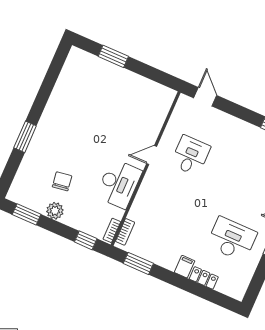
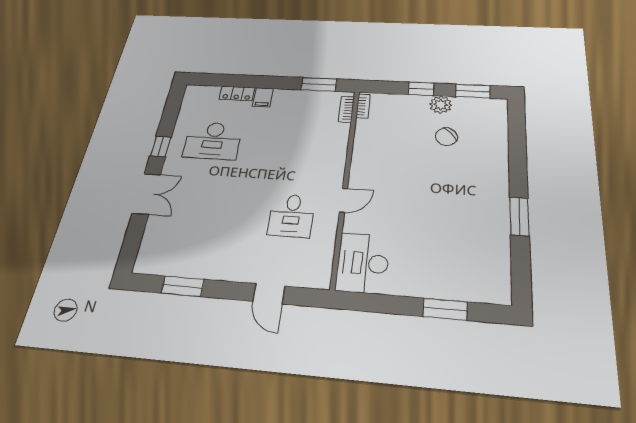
door: (205, 97) -> (269, 294), moved
window: (25, 137) -> (519, 216), moved
chair: (62, 181) -> (446, 137), turned 56
desk: (119, 184) -> (363, 263), moved
window: (86, 240) -> (421, 89), moved

